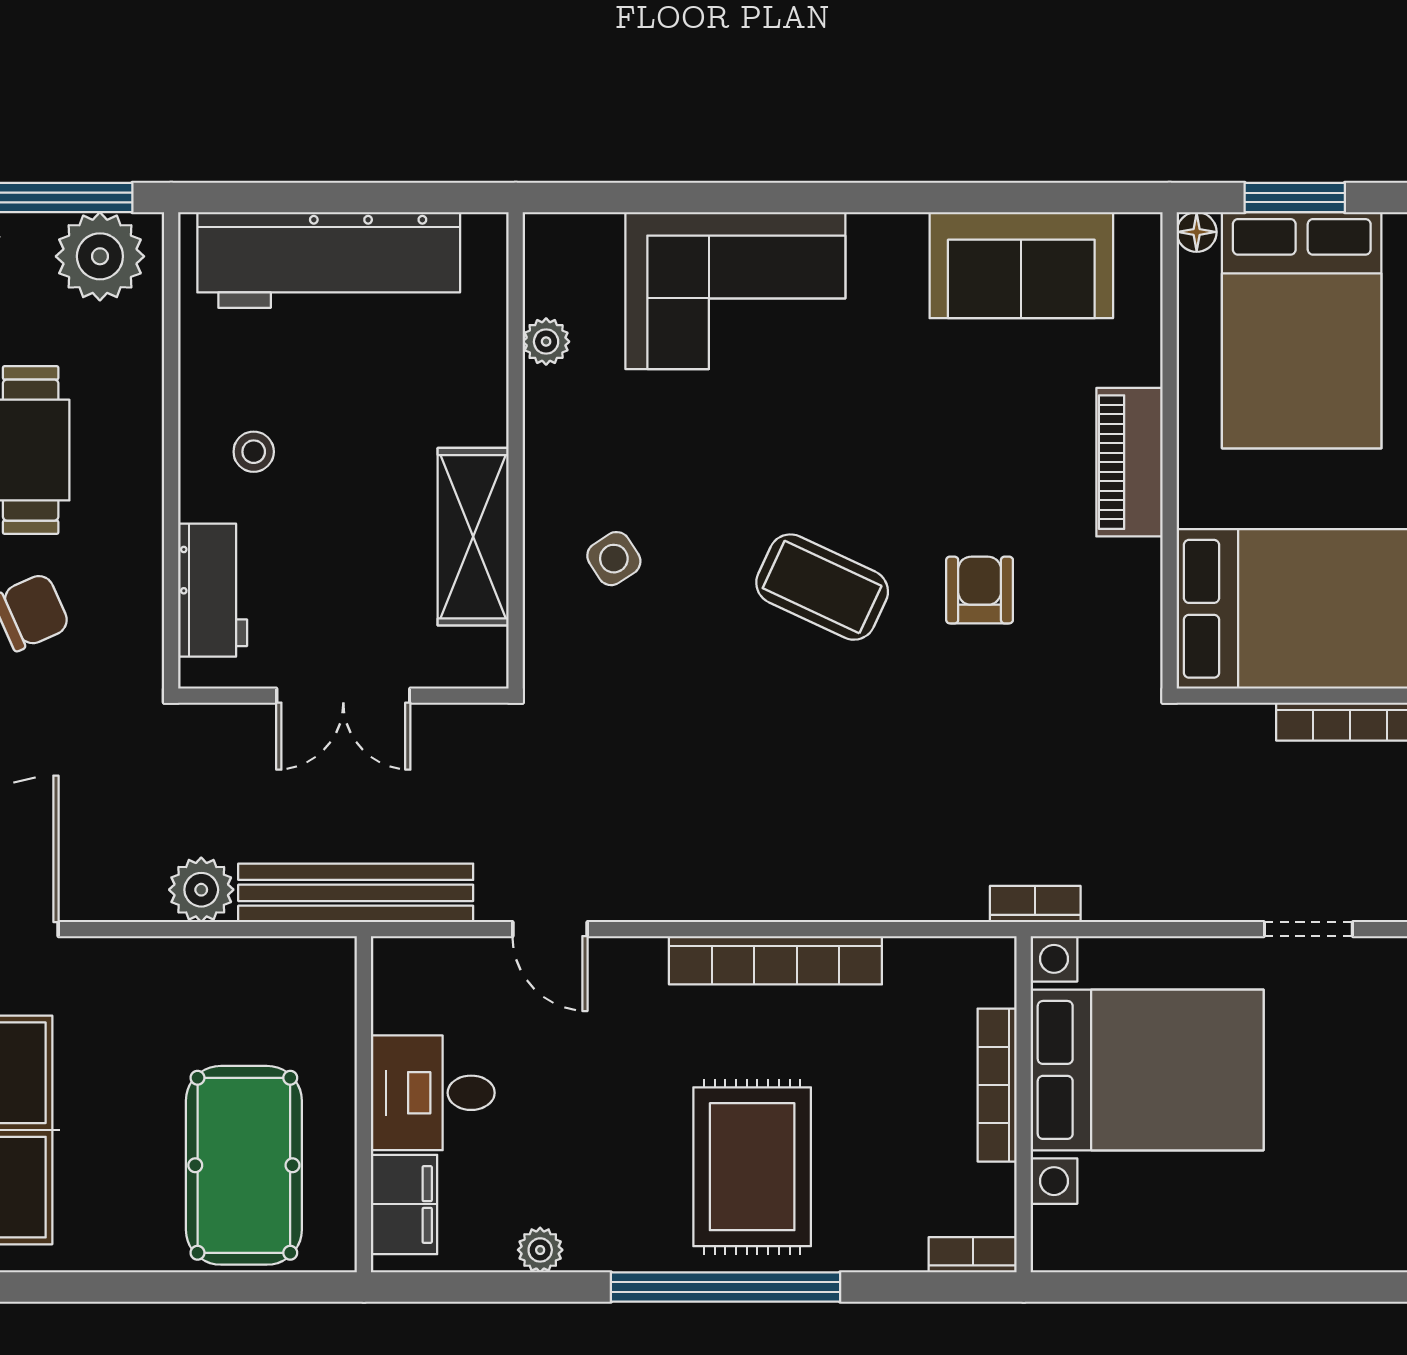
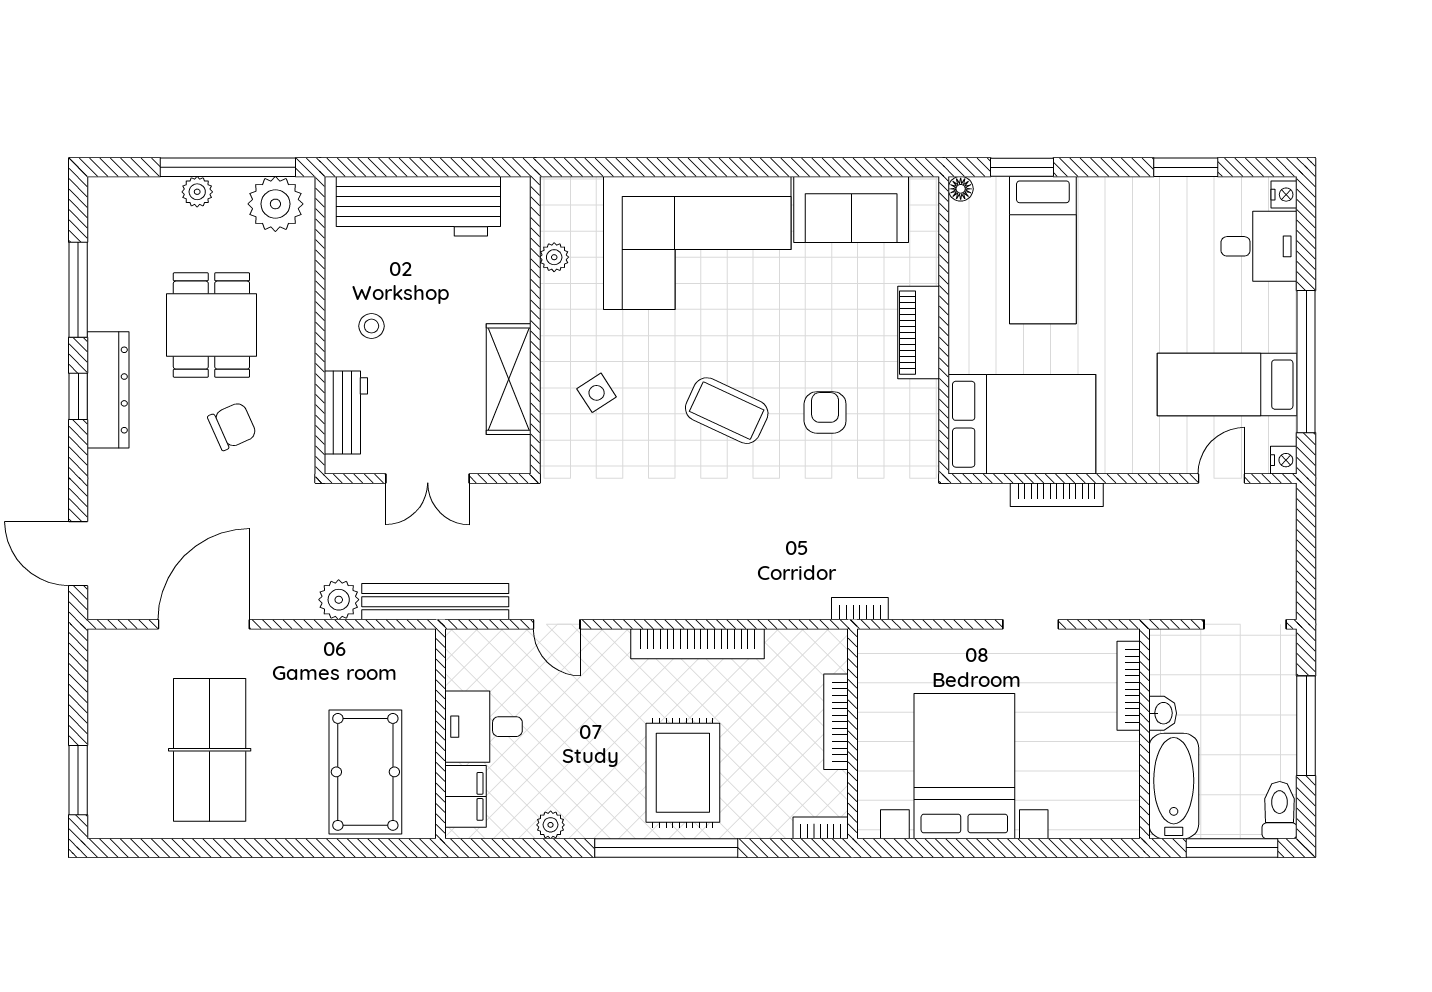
corner sofa: (735, 291) -> (697, 243), width x1.36, depth x1.36
bed: (1302, 330) -> (1043, 250), width x0.67
bed with nightstands: (1147, 1070) -> (964, 766), moved, turned -90

